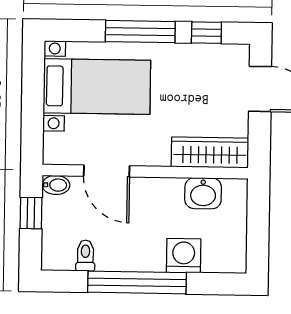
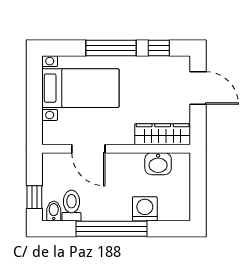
bidet: (56, 185) -> (54, 211), moved, turned -90
window: (31, 213) -> (34, 197), moved
toilet: (85, 256) -> (72, 206), width x1.37, depth x1.39

